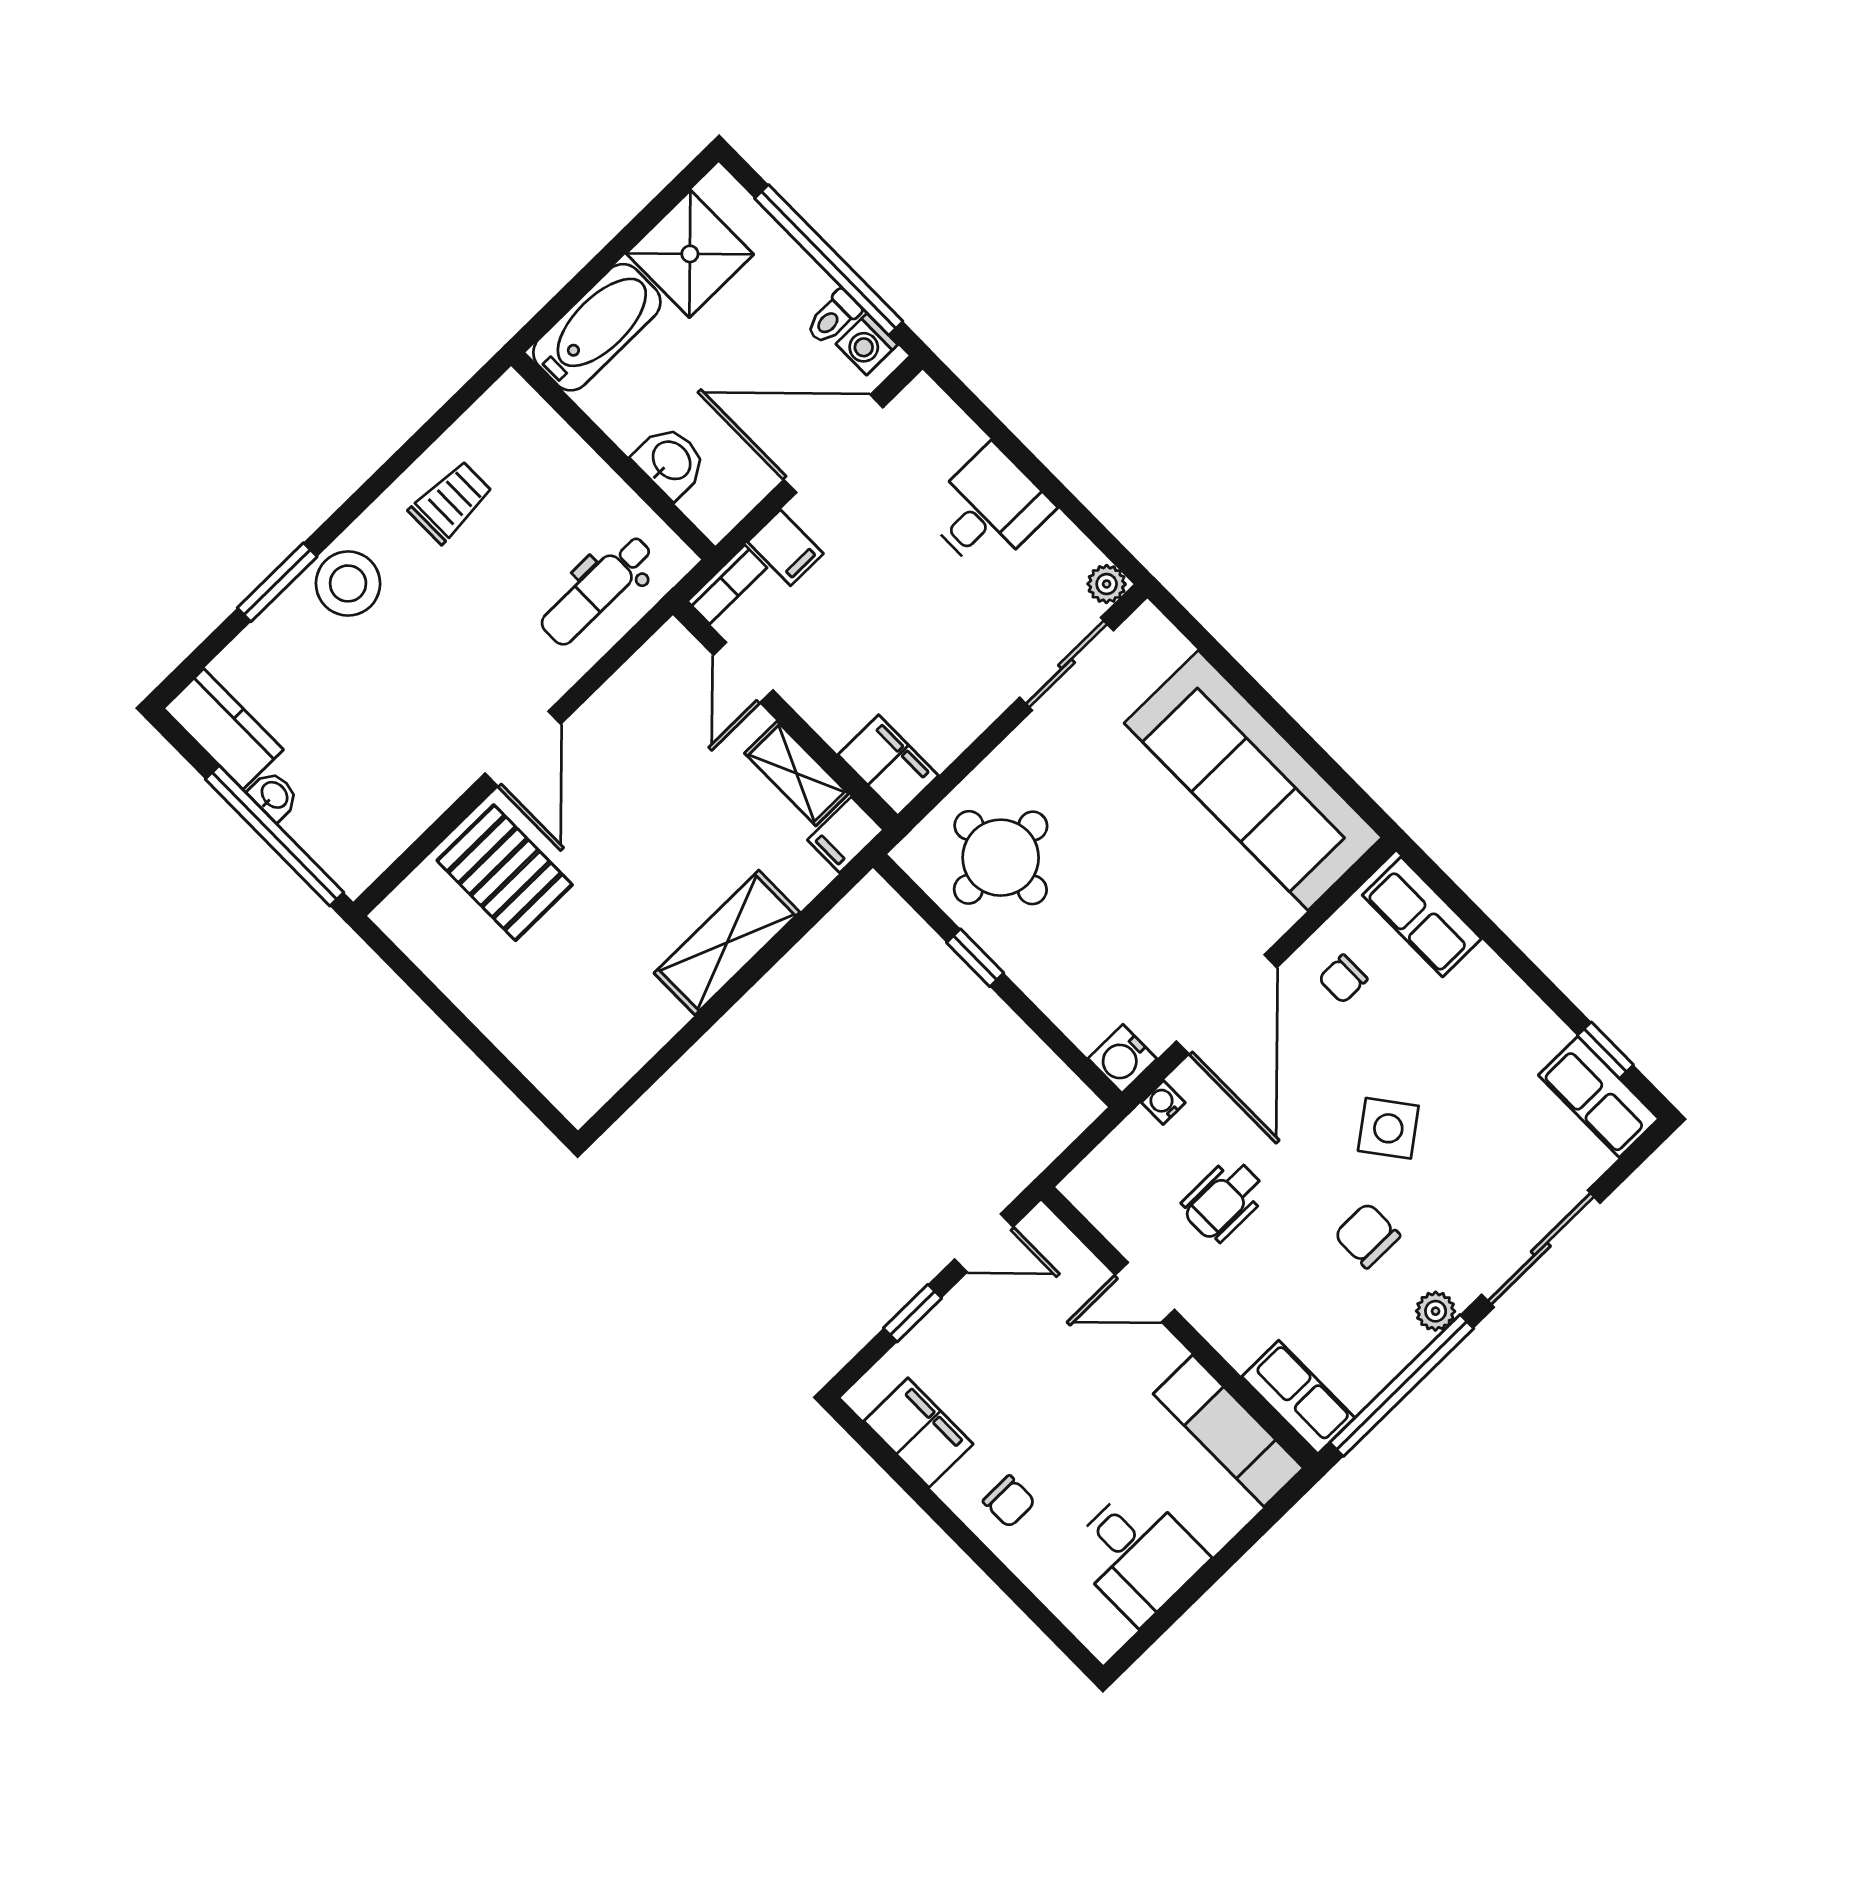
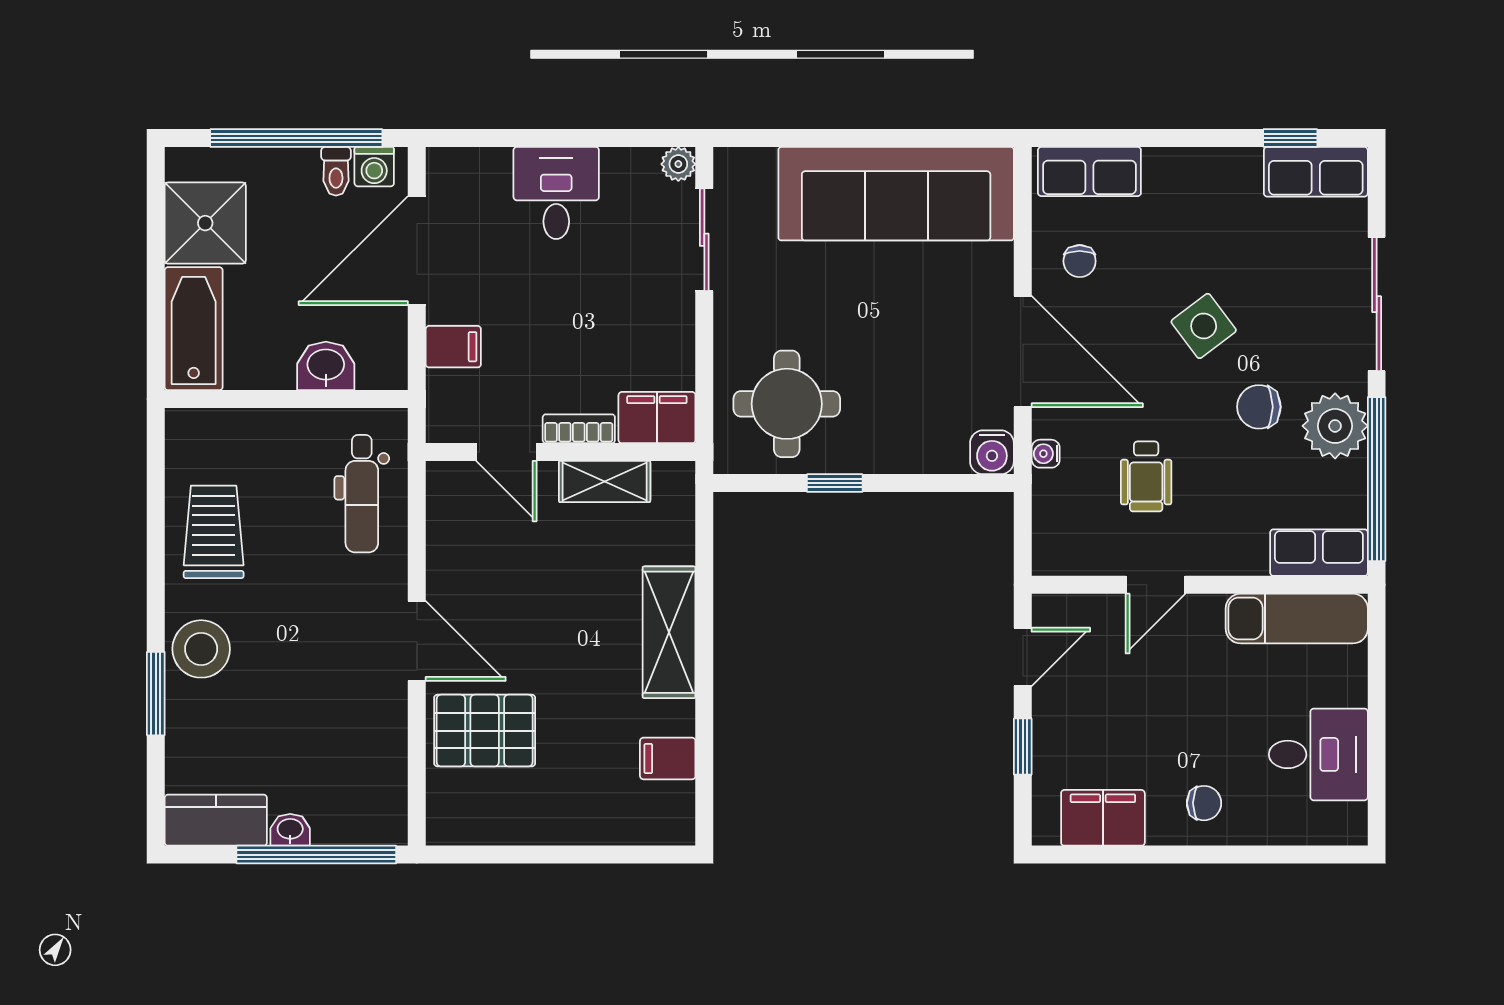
trolley: (451, 502) -> (214, 532), width x1.36, depth x1.39
bookcase: (727, 584) -> (579, 429), moved, turned -90
filing cabinet: (846, 835) -> (668, 758), moved, turned 90
plant: (1436, 1311) -> (1335, 426), width x1.88, depth x1.88

